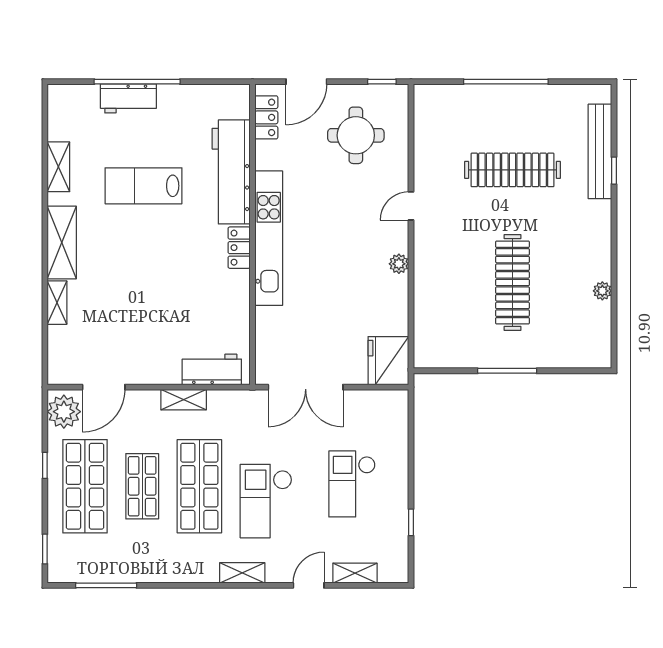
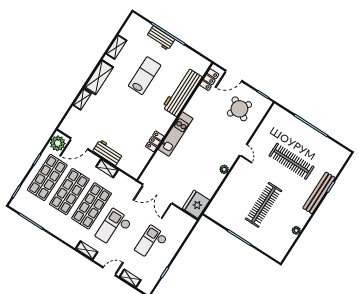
round table: (356, 135) -> (239, 109), turned 32
bench: (600, 151) -> (319, 193), moved
lab bench: (144, 186) -> (145, 76), turned 90
door: (411, 206) -> (243, 150), swing flipped
kitchen unit: (269, 238) -> (176, 134), width x0.73
locker: (239, 248) -> (155, 141), moved
workbench: (212, 369) -> (108, 153), moved
shop shelf: (142, 486) -> (69, 192), width x1.43, depth x1.36

